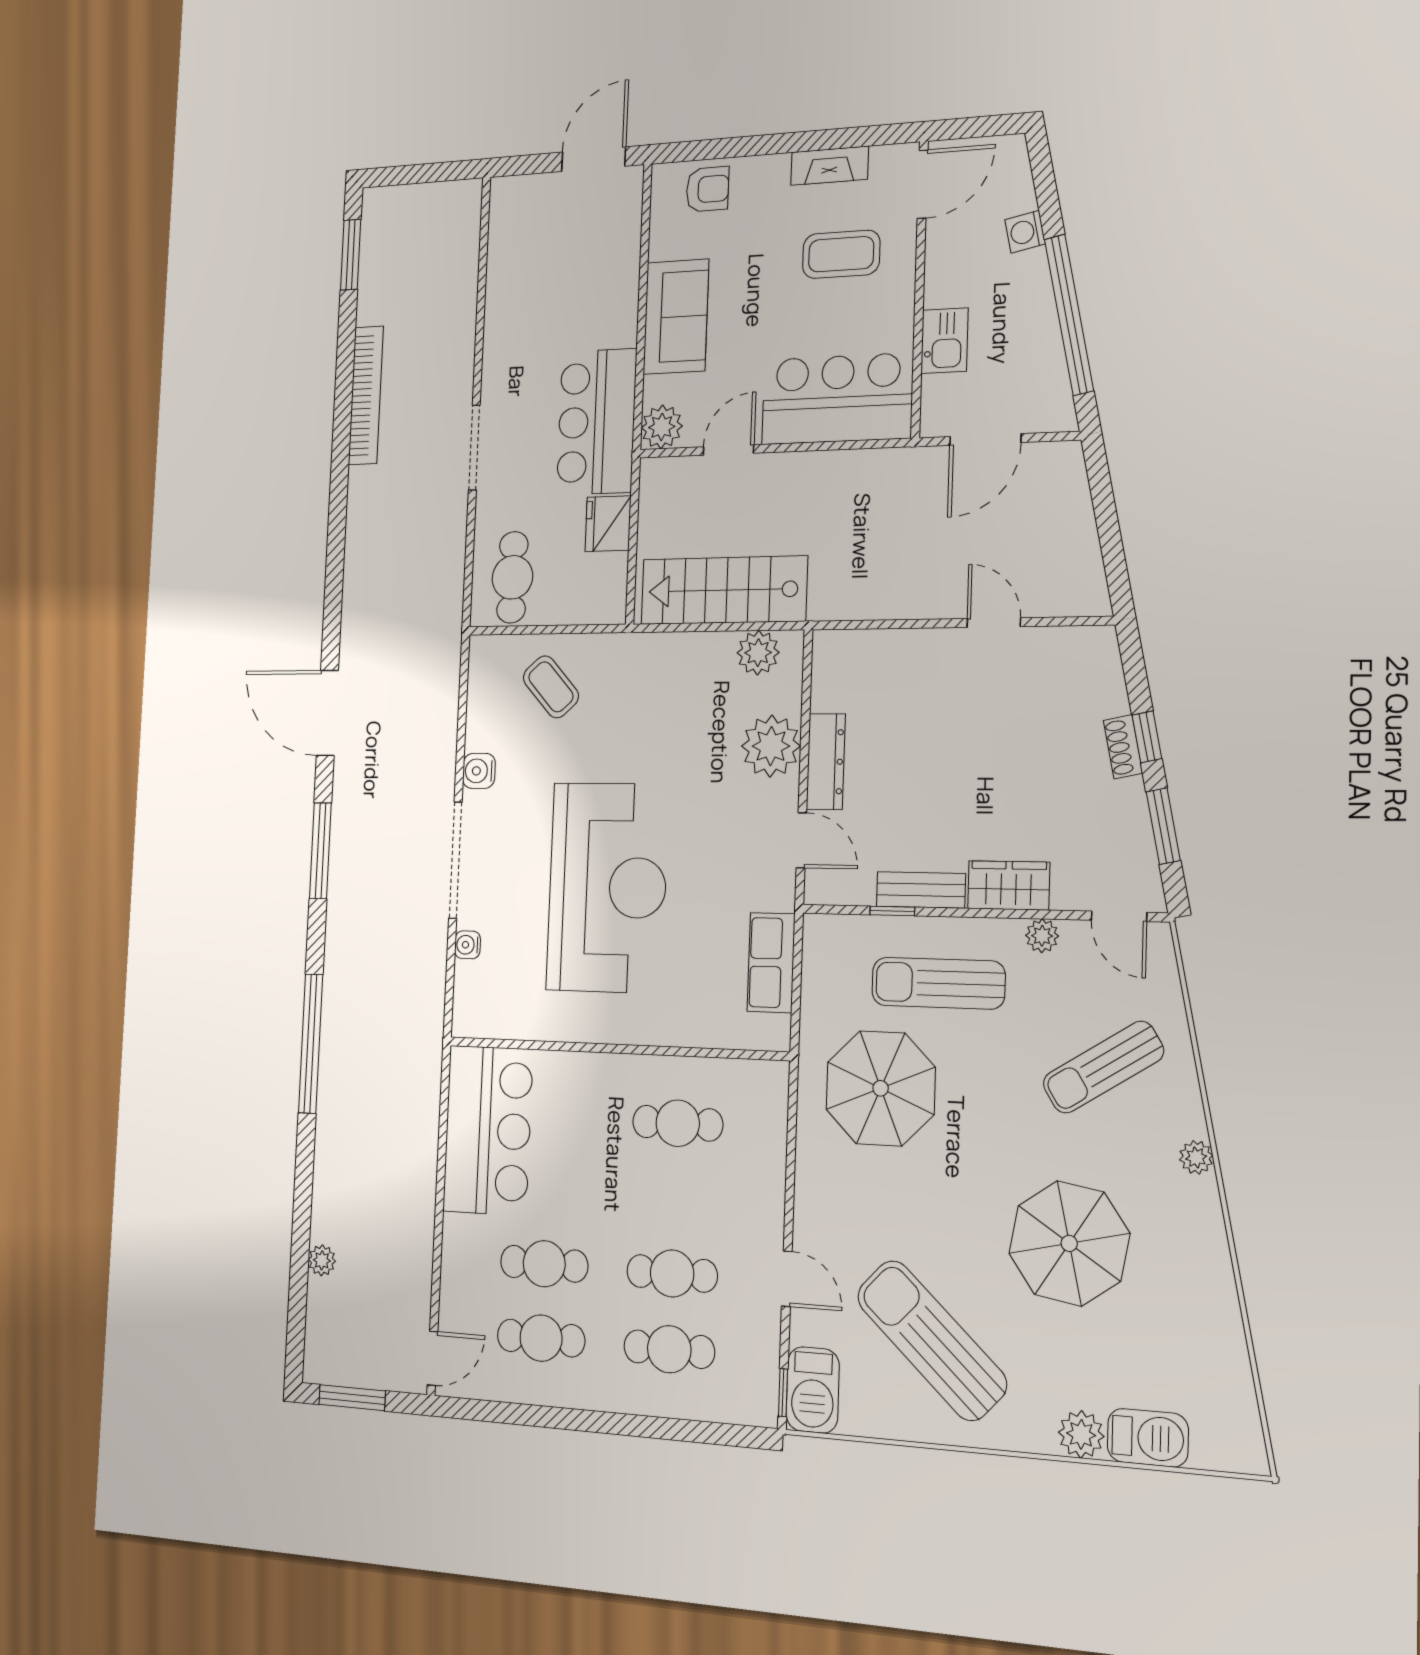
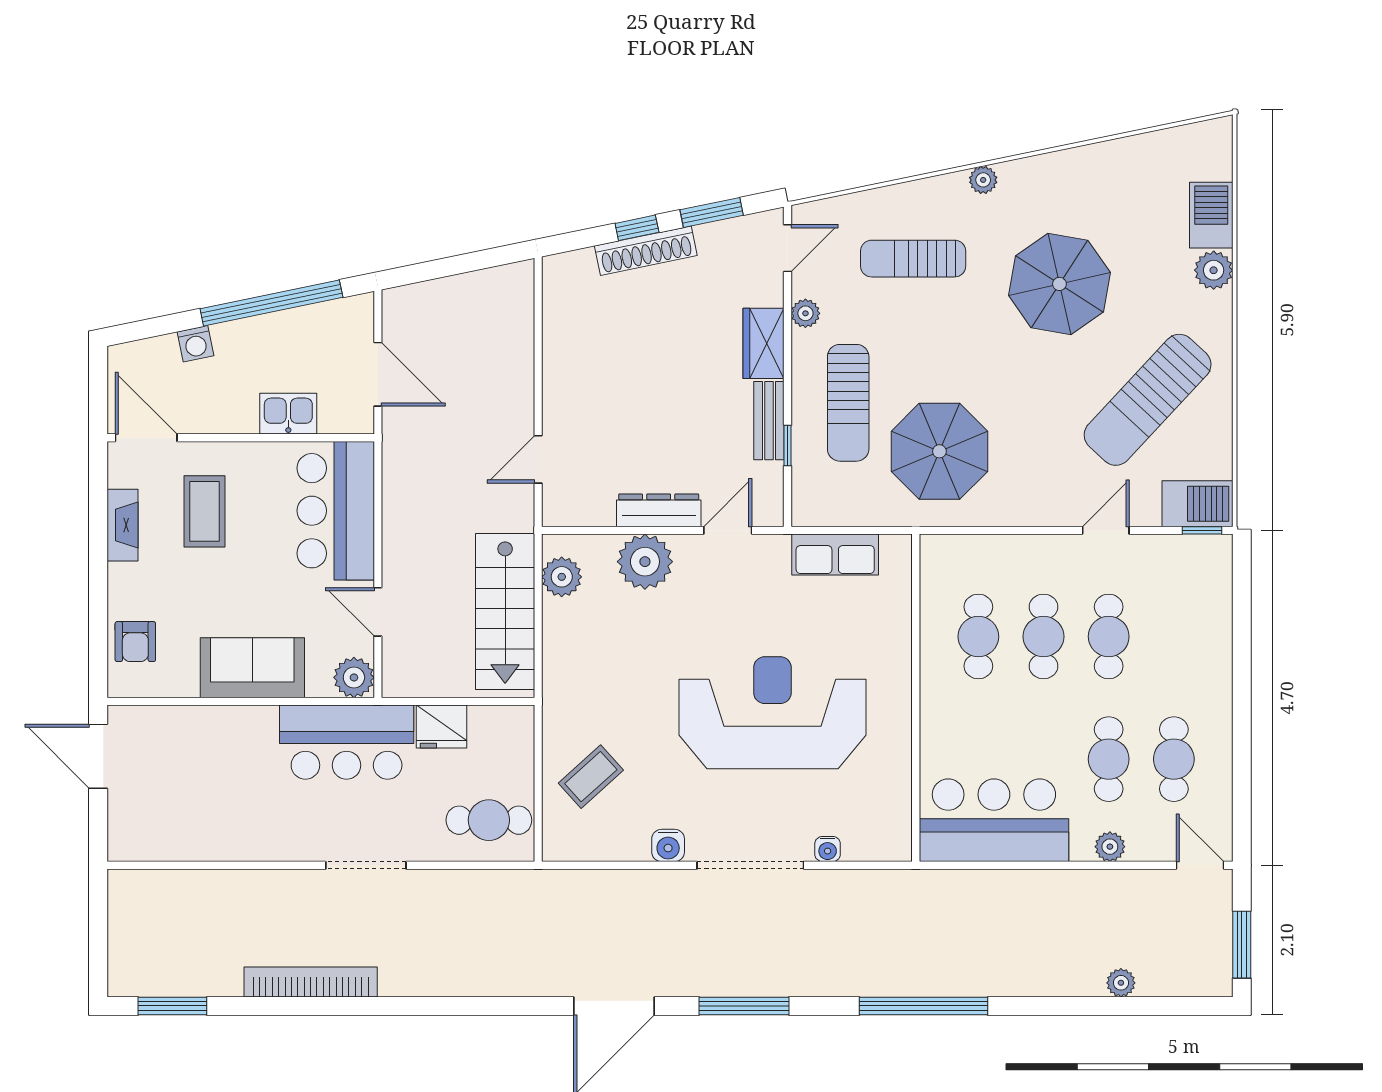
armchair: (708, 189) -> (135, 642), turned 180
door: (994, 623) -> (538, 459), moved
shoe rack: (1123, 747) -> (646, 251), width x1.94, depth x1.24
sun lounger: (1103, 1067) -> (913, 259), turned 122
plant: (456, 1258) -> (1110, 847), added
cafe table: (669, 1349) -> (1044, 636), moved

